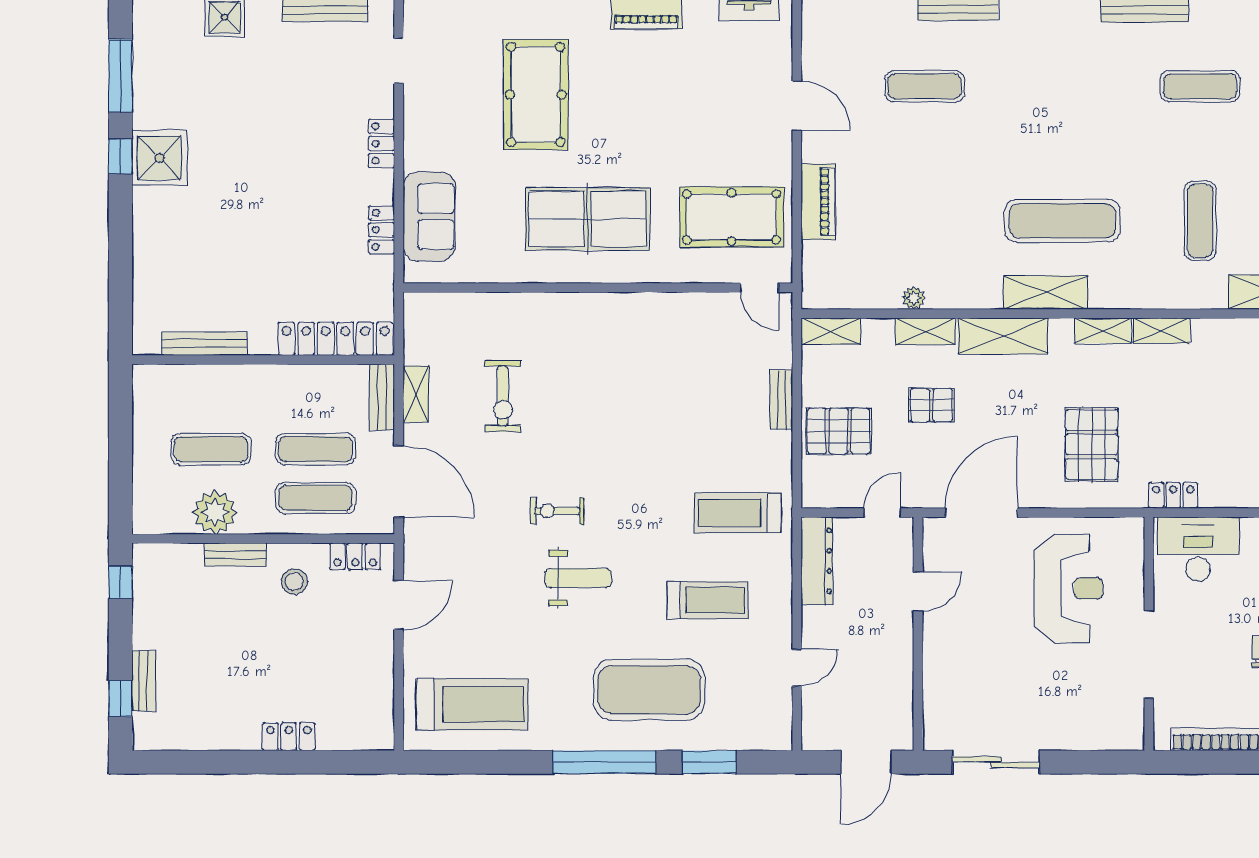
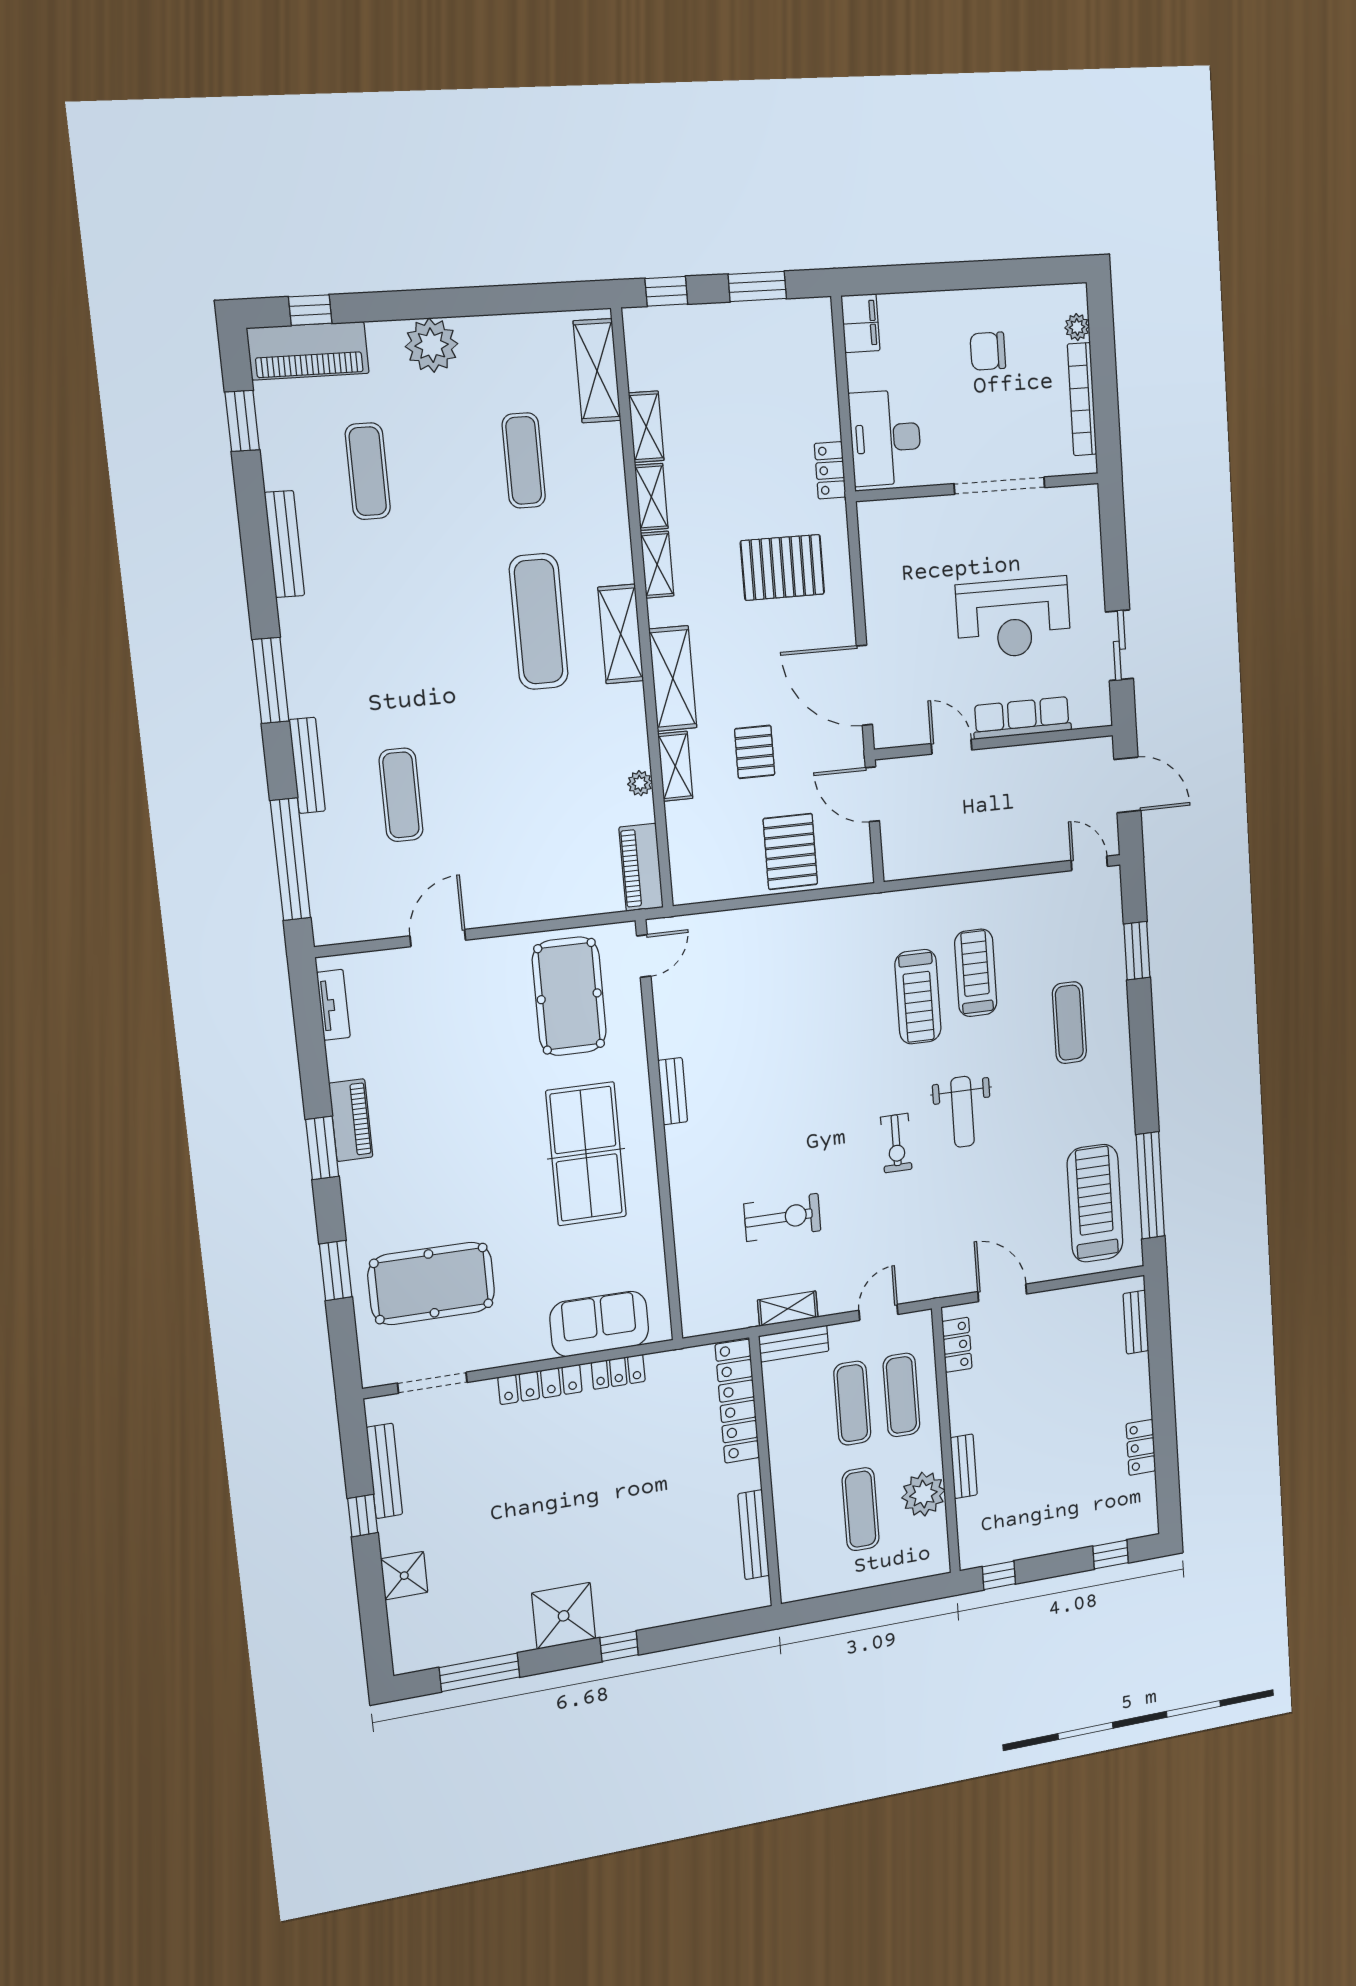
doorway: (399, 61) -> (432, 1383), width x1.38
pool table: (536, 95) -> (431, 1283), moved
locker: (381, 143) -> (540, 1384), width x1.53
window: (120, 156) -> (619, 1646), moved
piano: (818, 202) -> (641, 867), moved, turned -90
exercise mat: (1200, 221) -> (524, 460), turned 90
shelving: (831, 331) -> (646, 427), moved
bench: (781, 400) -> (673, 1091), moved, turned 90
door: (399, 481) -> (878, 1312), width x0.53
treadmill: (738, 513) -> (918, 997), moved
door: (882, 513) -> (872, 794), width x1.38
dresser: (817, 561) -> (928, 860), removed
weight bench: (578, 578) -> (963, 1112), turned 180
stool: (294, 582) -> (986, 1402), removed
reception desk: (1069, 588) -> (1013, 618), moved, turned 180
row of seats: (938, 662) -> (1022, 718), added
door: (797, 668) -> (1089, 863), moved
bench: (144, 681) -> (1136, 1322), moved, turned 90
exercise mat: (649, 690) -> (1069, 1023), width x0.50, depth x0.69
locker: (289, 737) -> (1141, 1447), moved
window: (604, 762) -> (1150, 1185), moved
sliding door: (996, 762) -> (1119, 645), width x0.73

